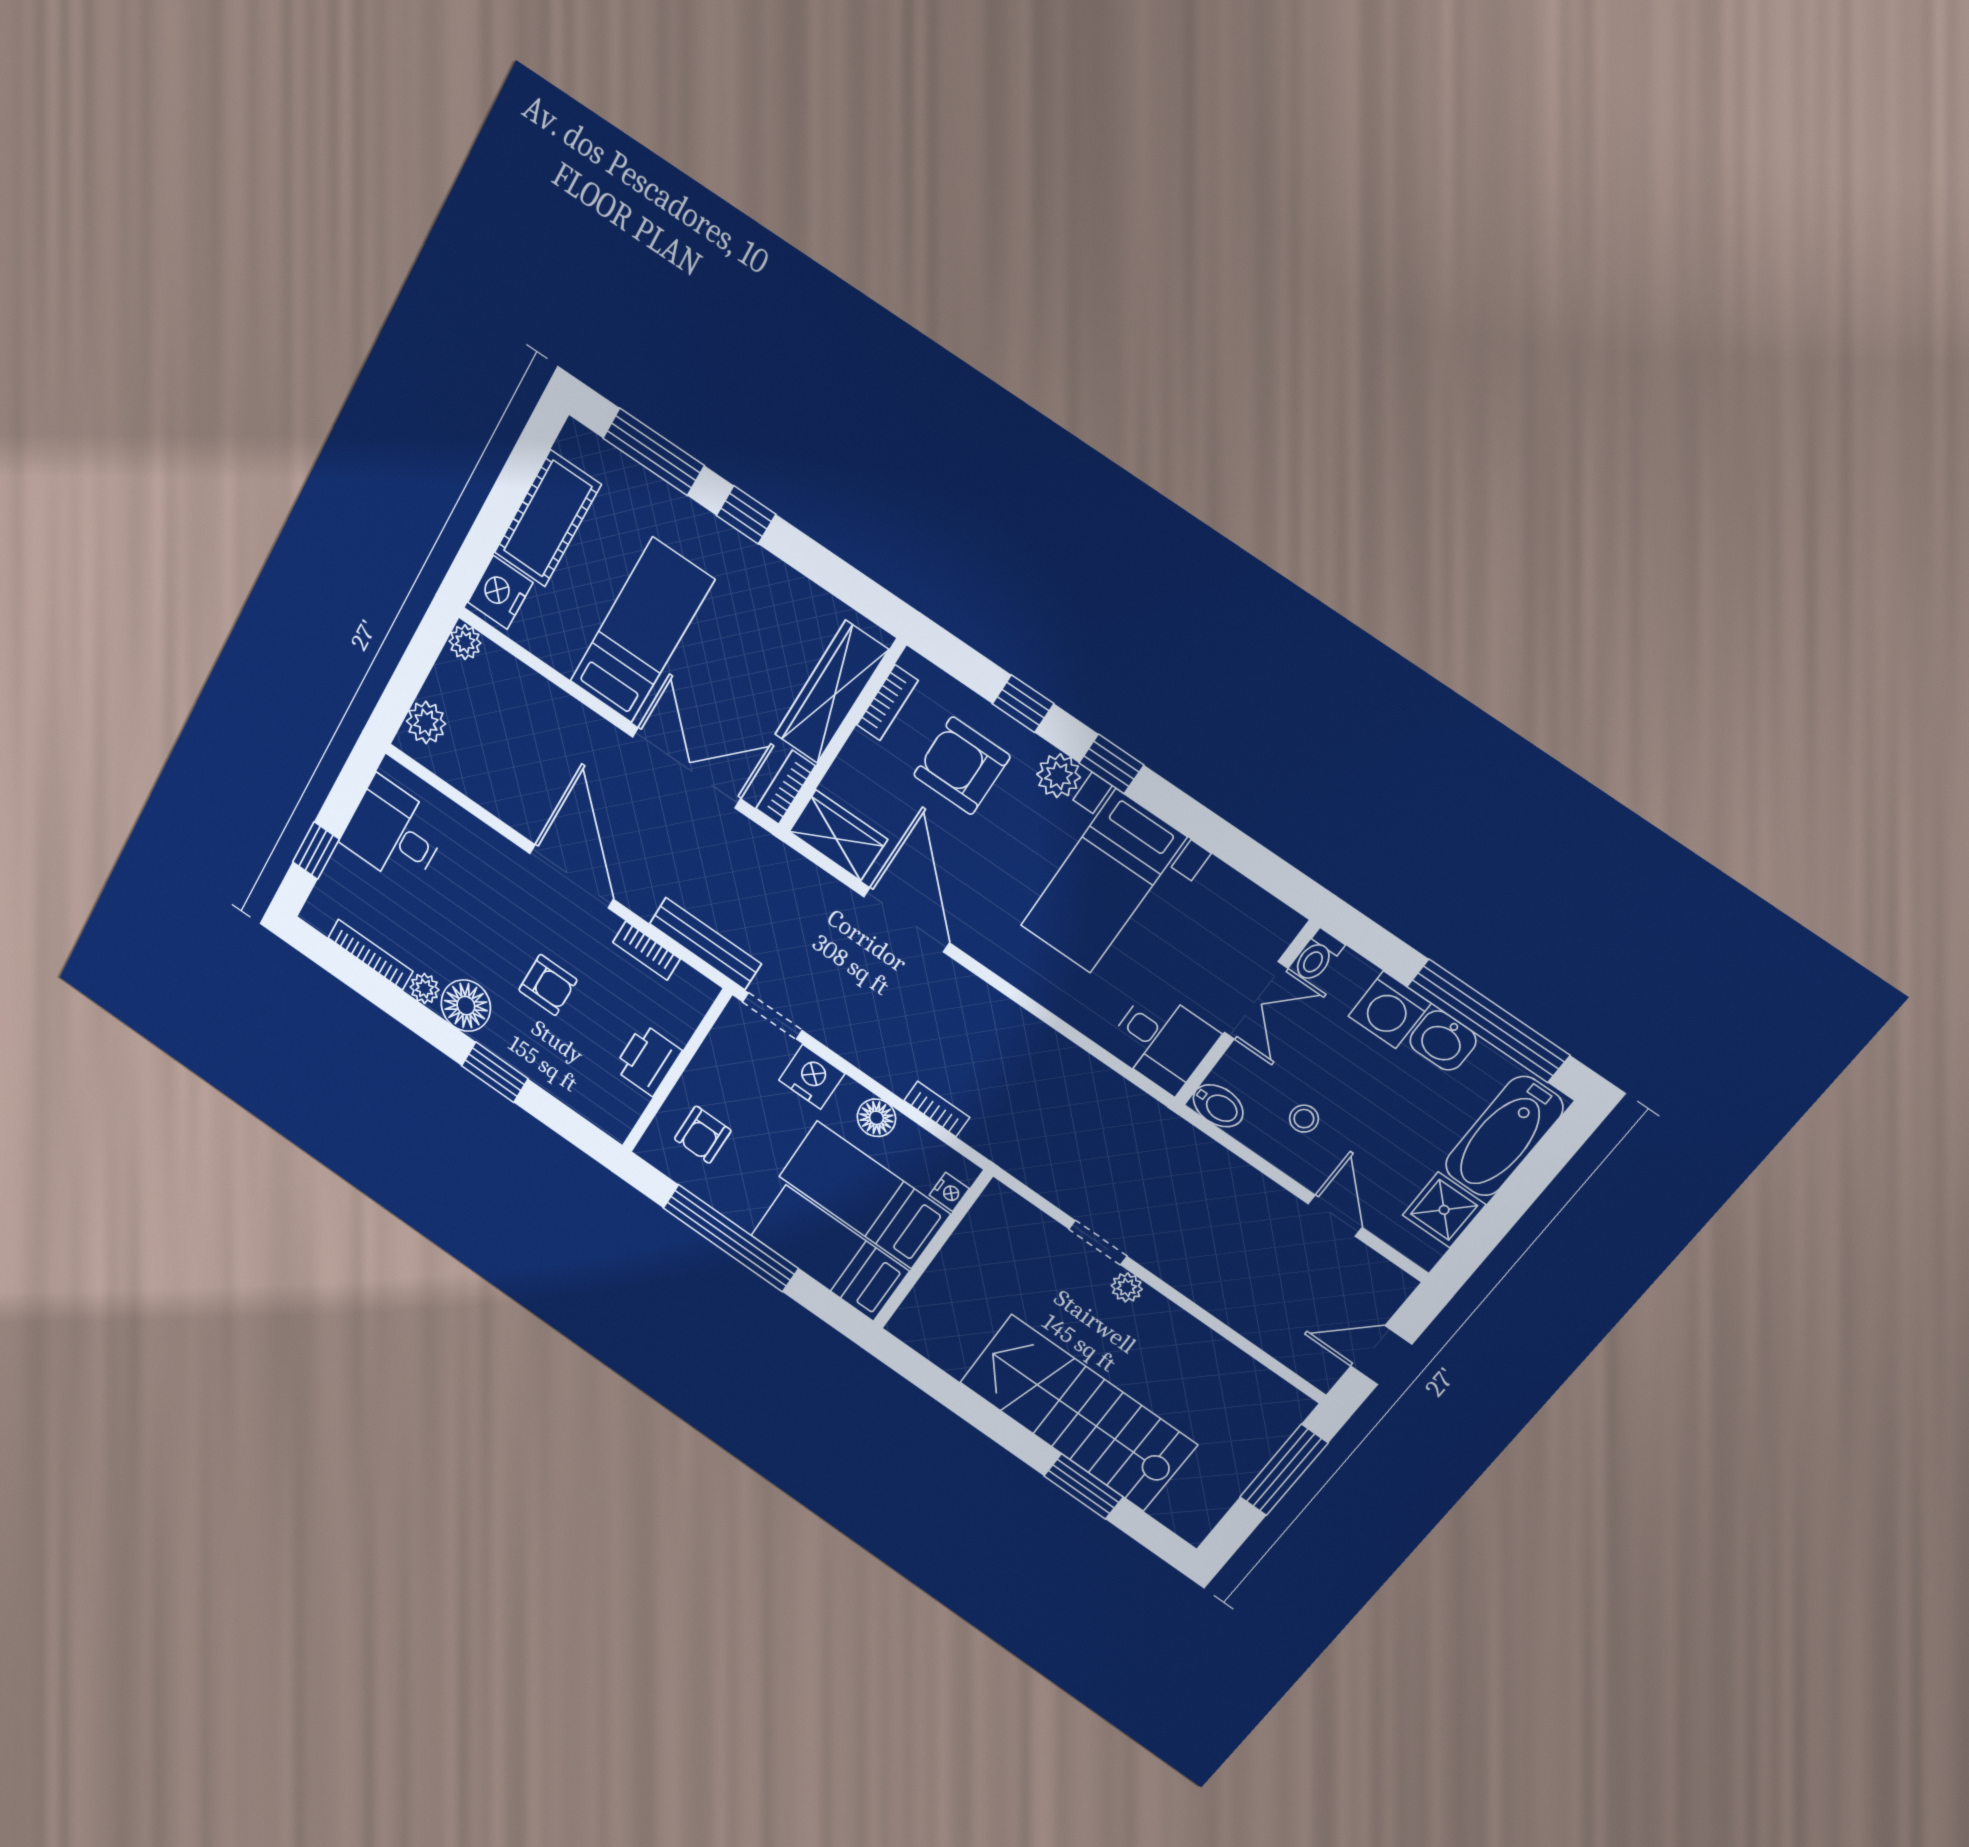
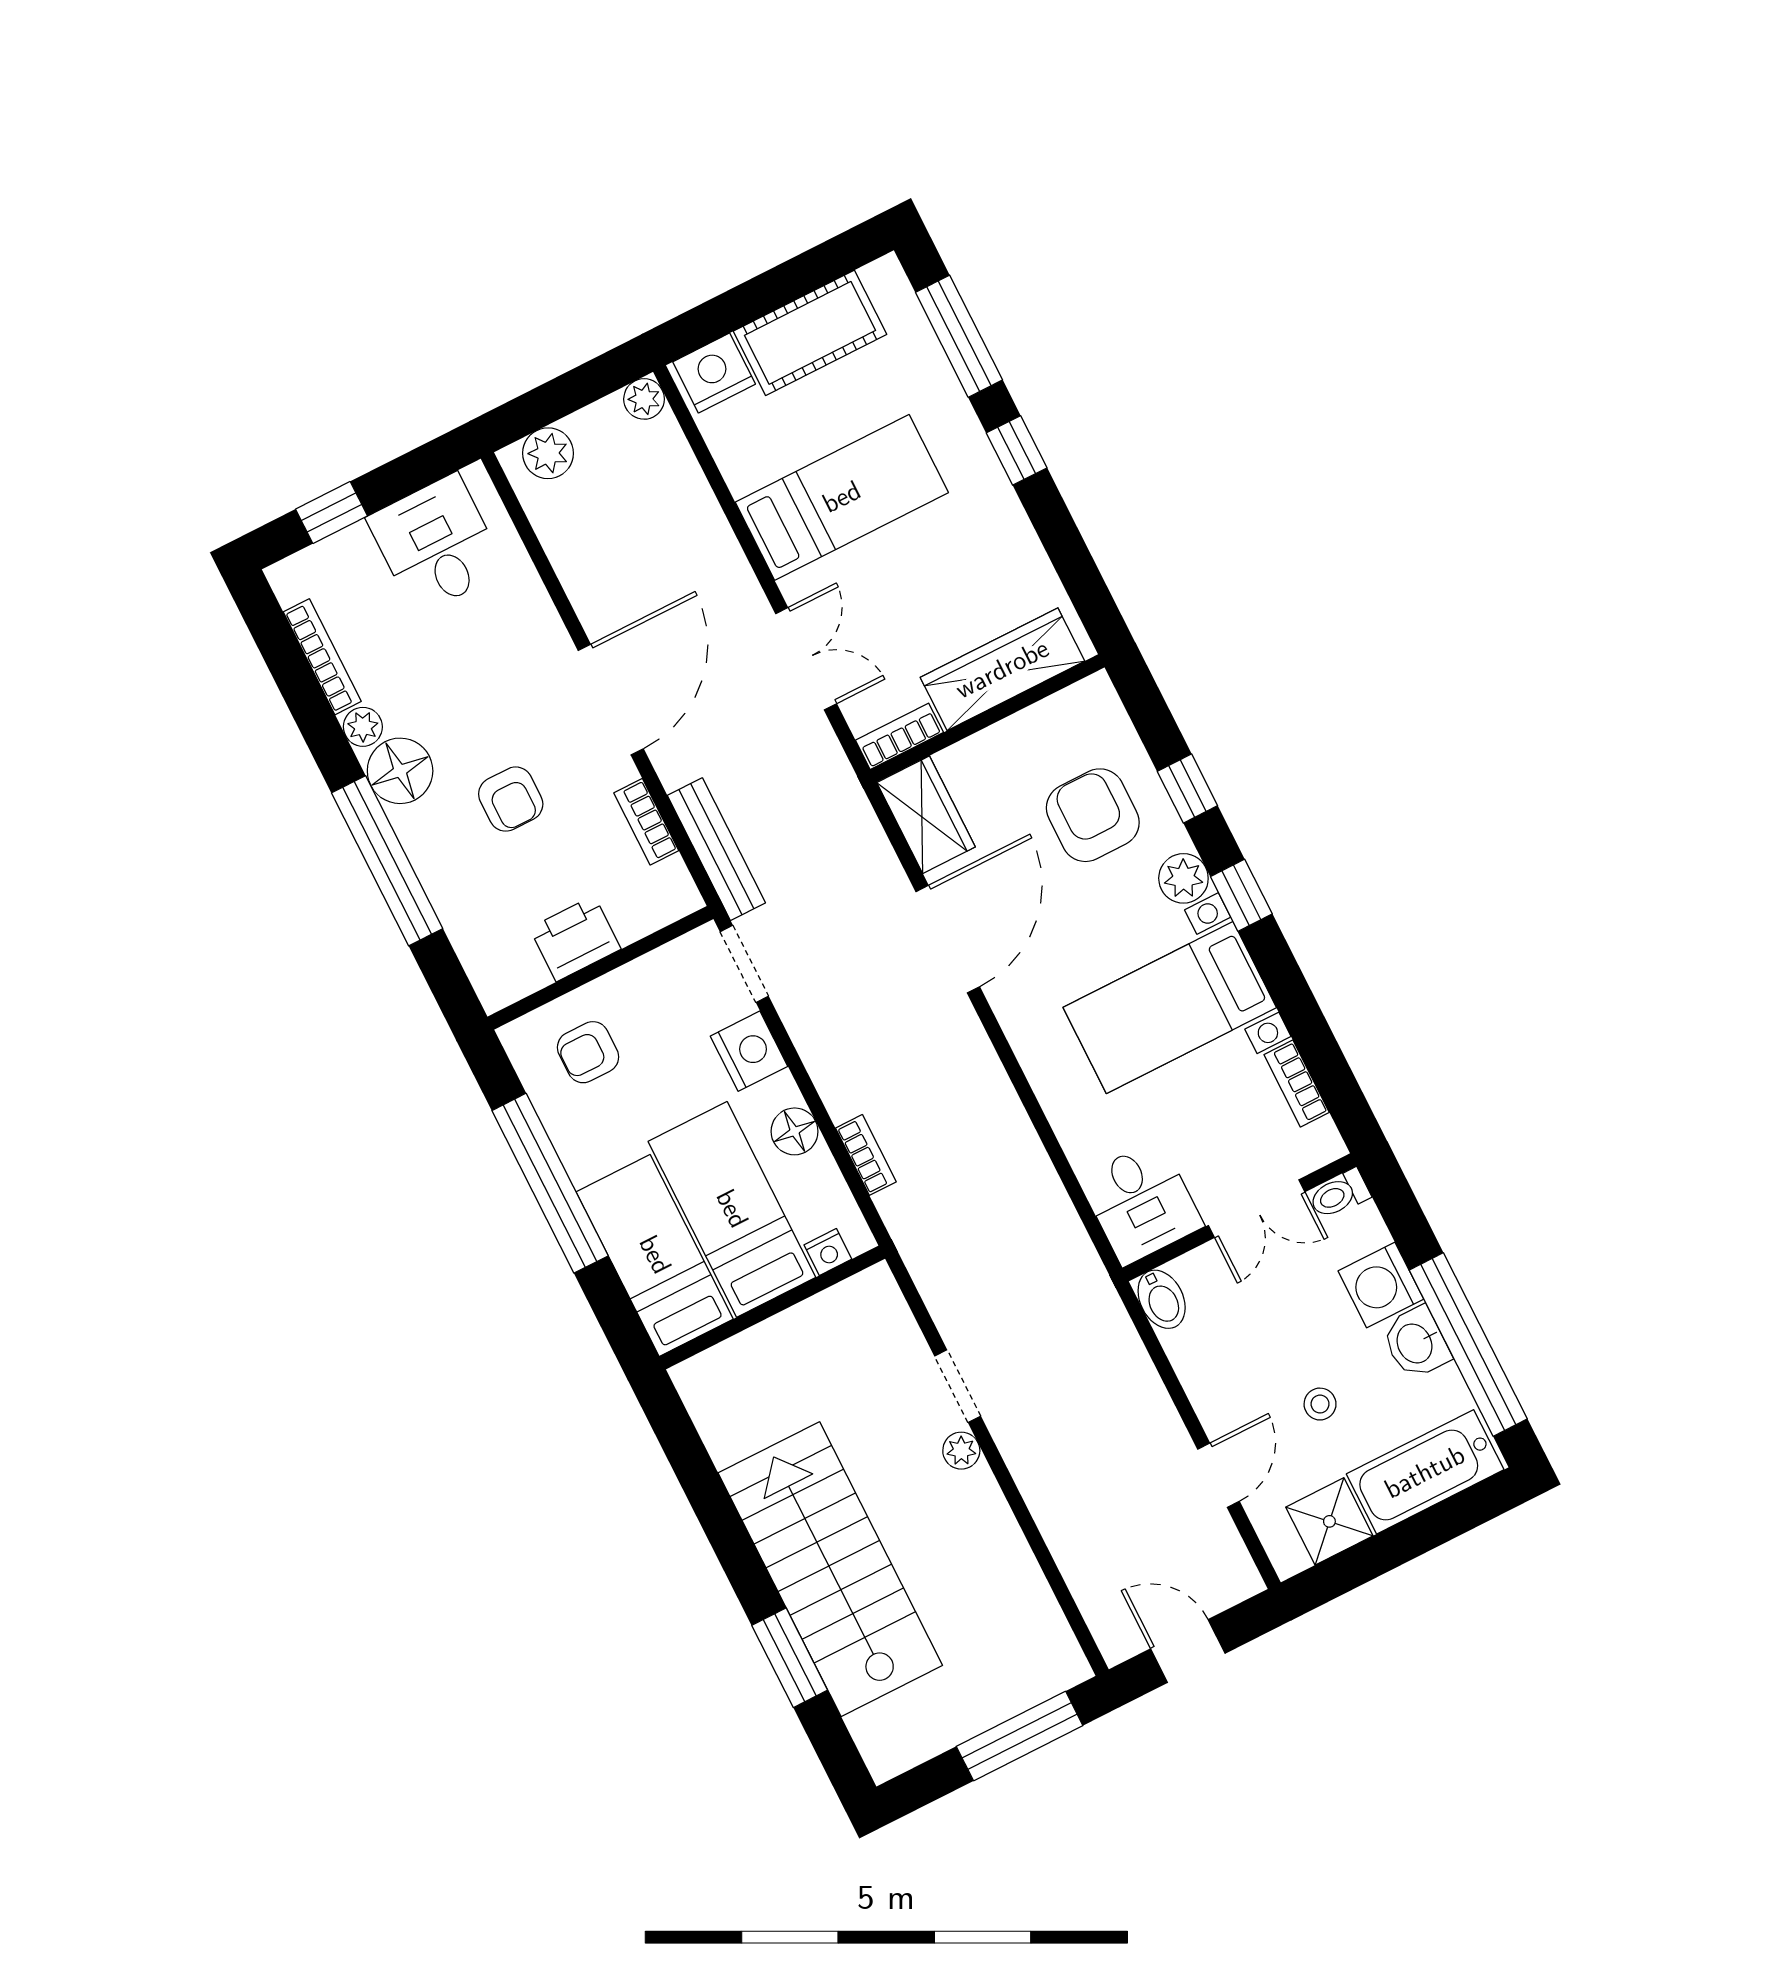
bookcase: (887, 703) -> (1297, 1084), moved, turned 90
double door: (687, 768) -> (806, 659), width x0.73
window: (495, 1072) -> (387, 861), width x2.11
stool: (1304, 1119) -> (1320, 1404), moved

